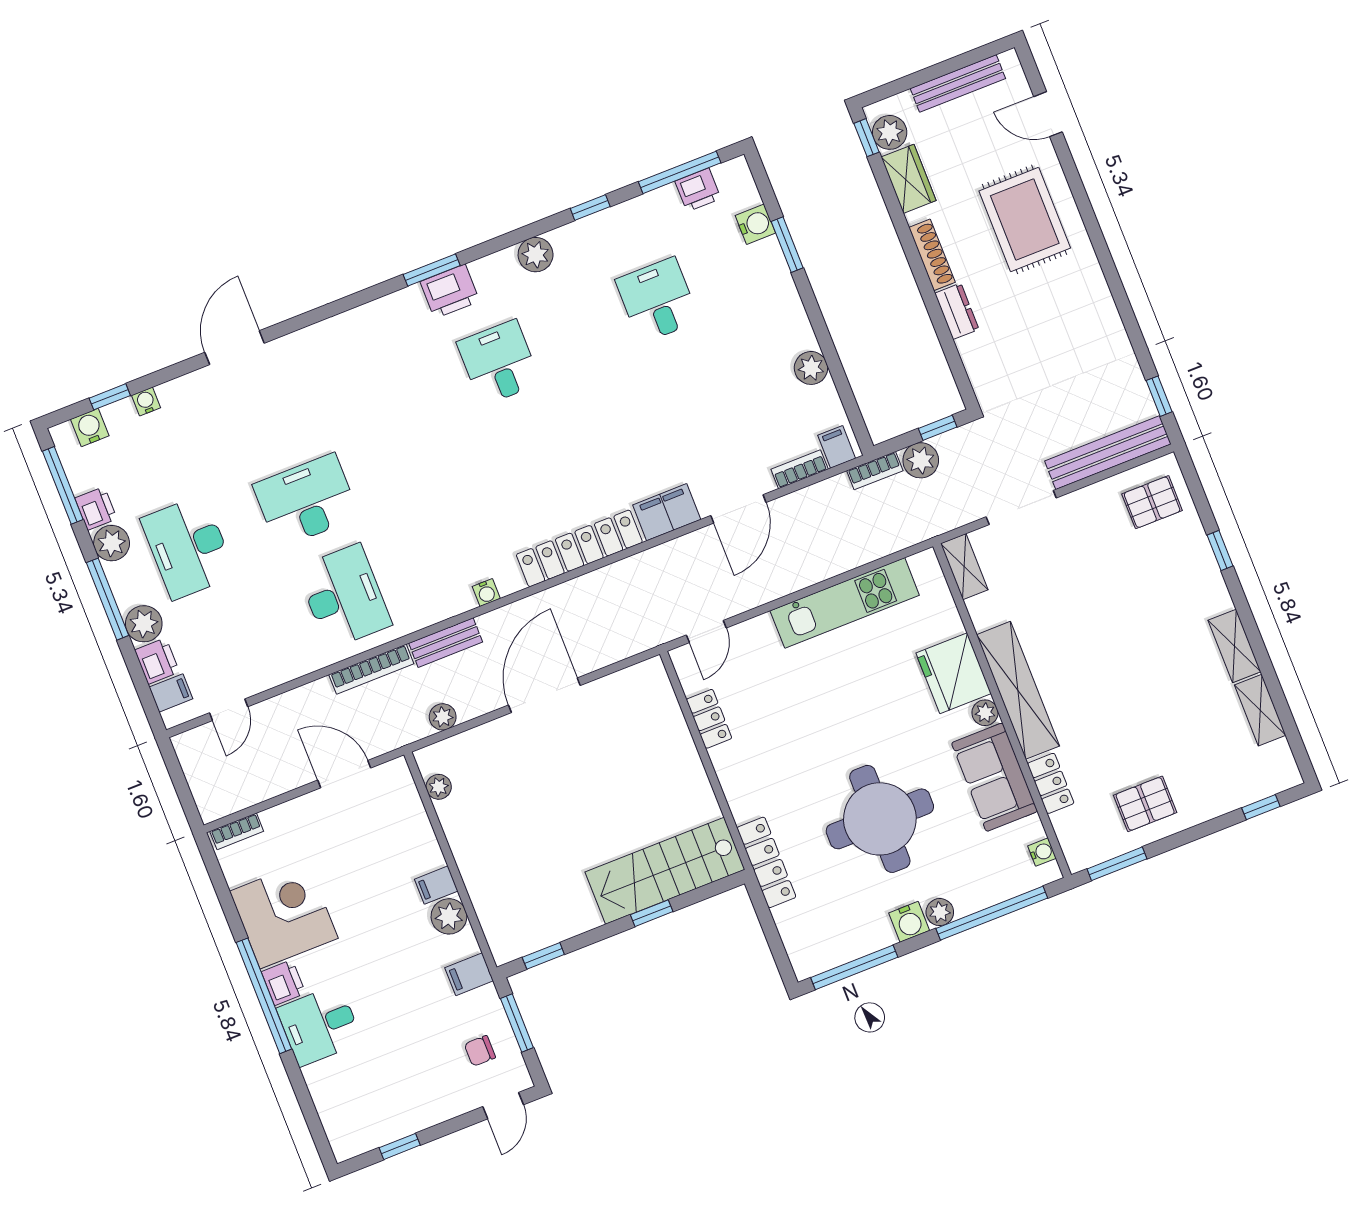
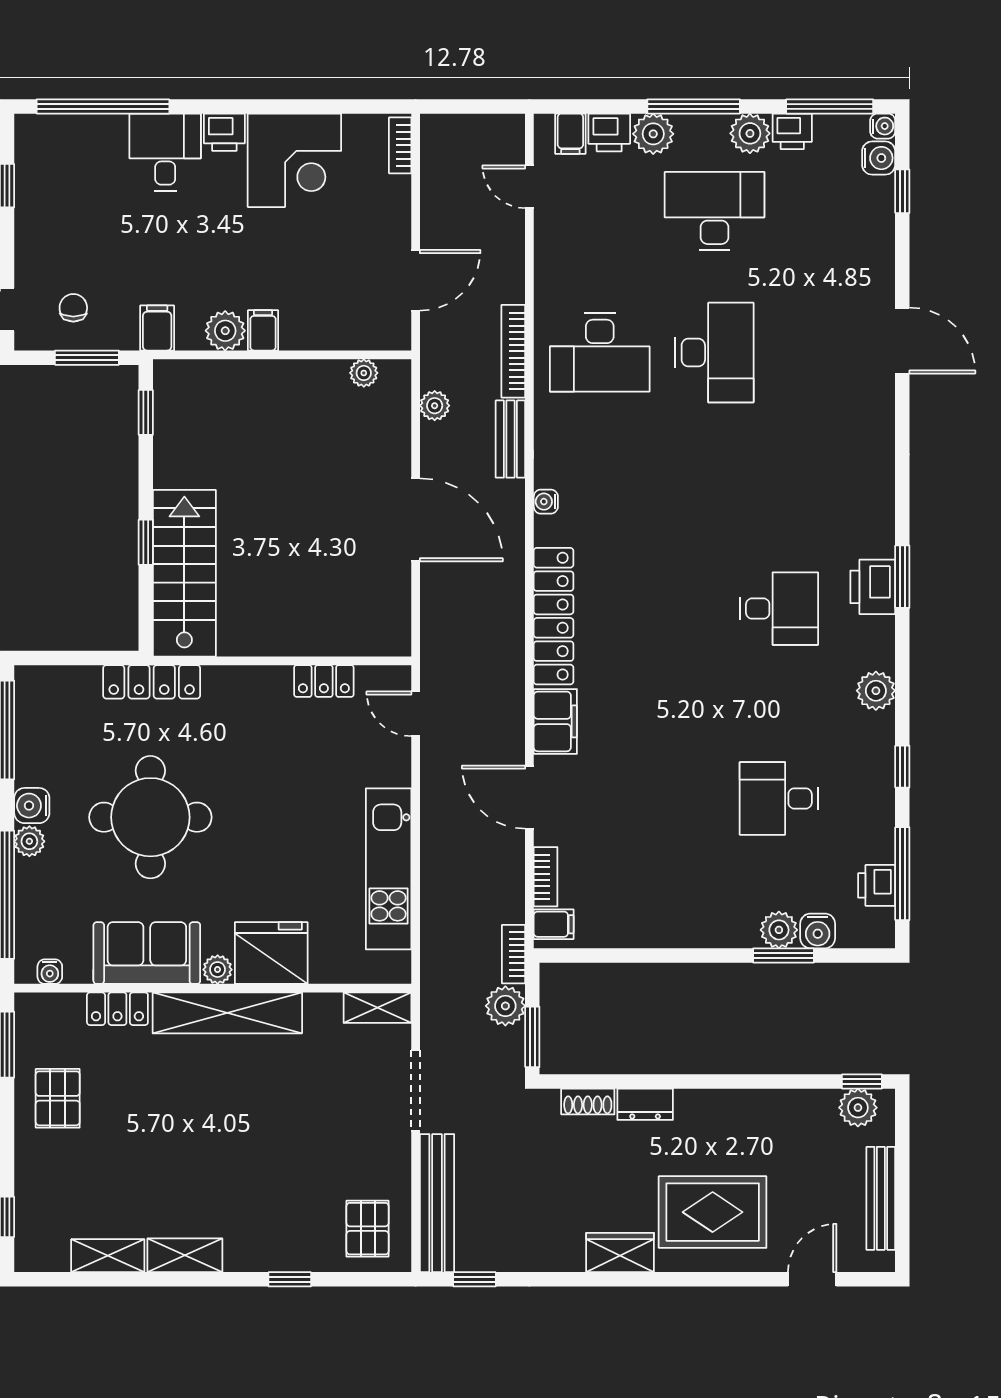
wardrobe: (909, 179) -> (620, 1253), moved, turned 180
shoe rack: (932, 255) -> (588, 1102), moved, width x0.70
desk: (657, 300) -> (779, 798), turned 180
plant: (811, 368) -> (779, 930), moved
water cooler: (146, 401) -> (883, 126), moved
window: (938, 428) -> (532, 1037), width x1.50
window: (264, 996) -> (103, 106), moved

